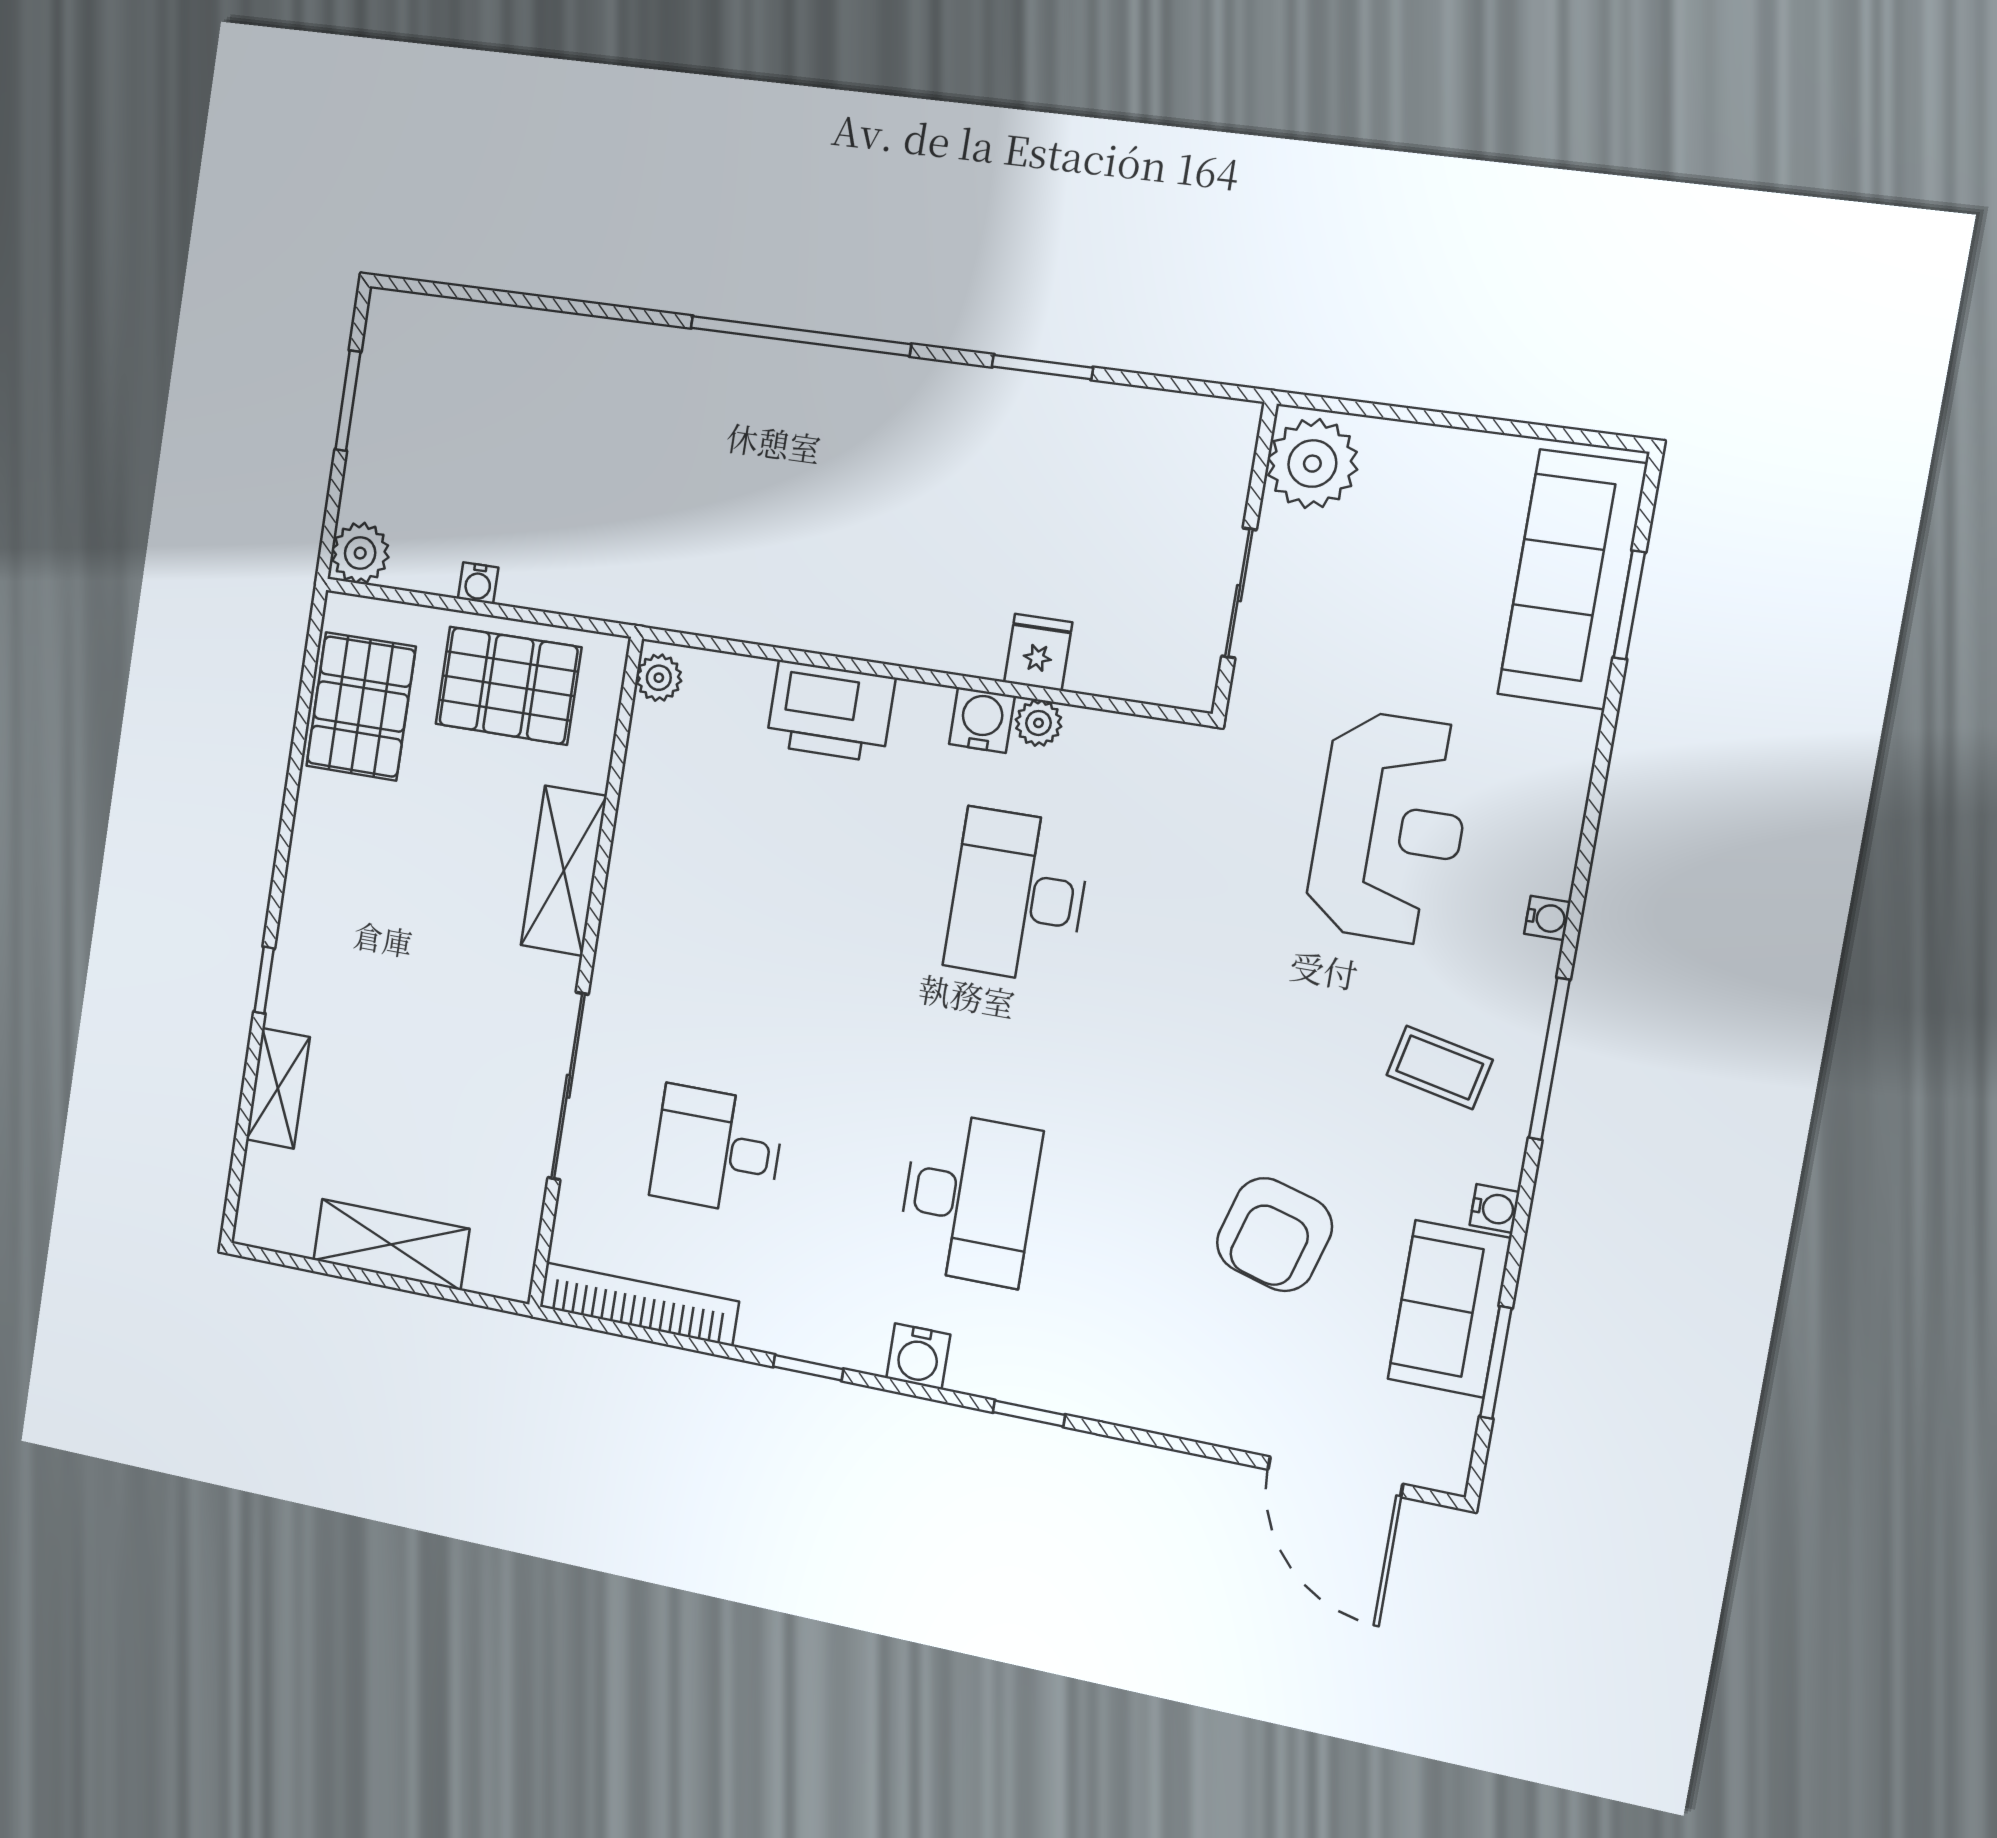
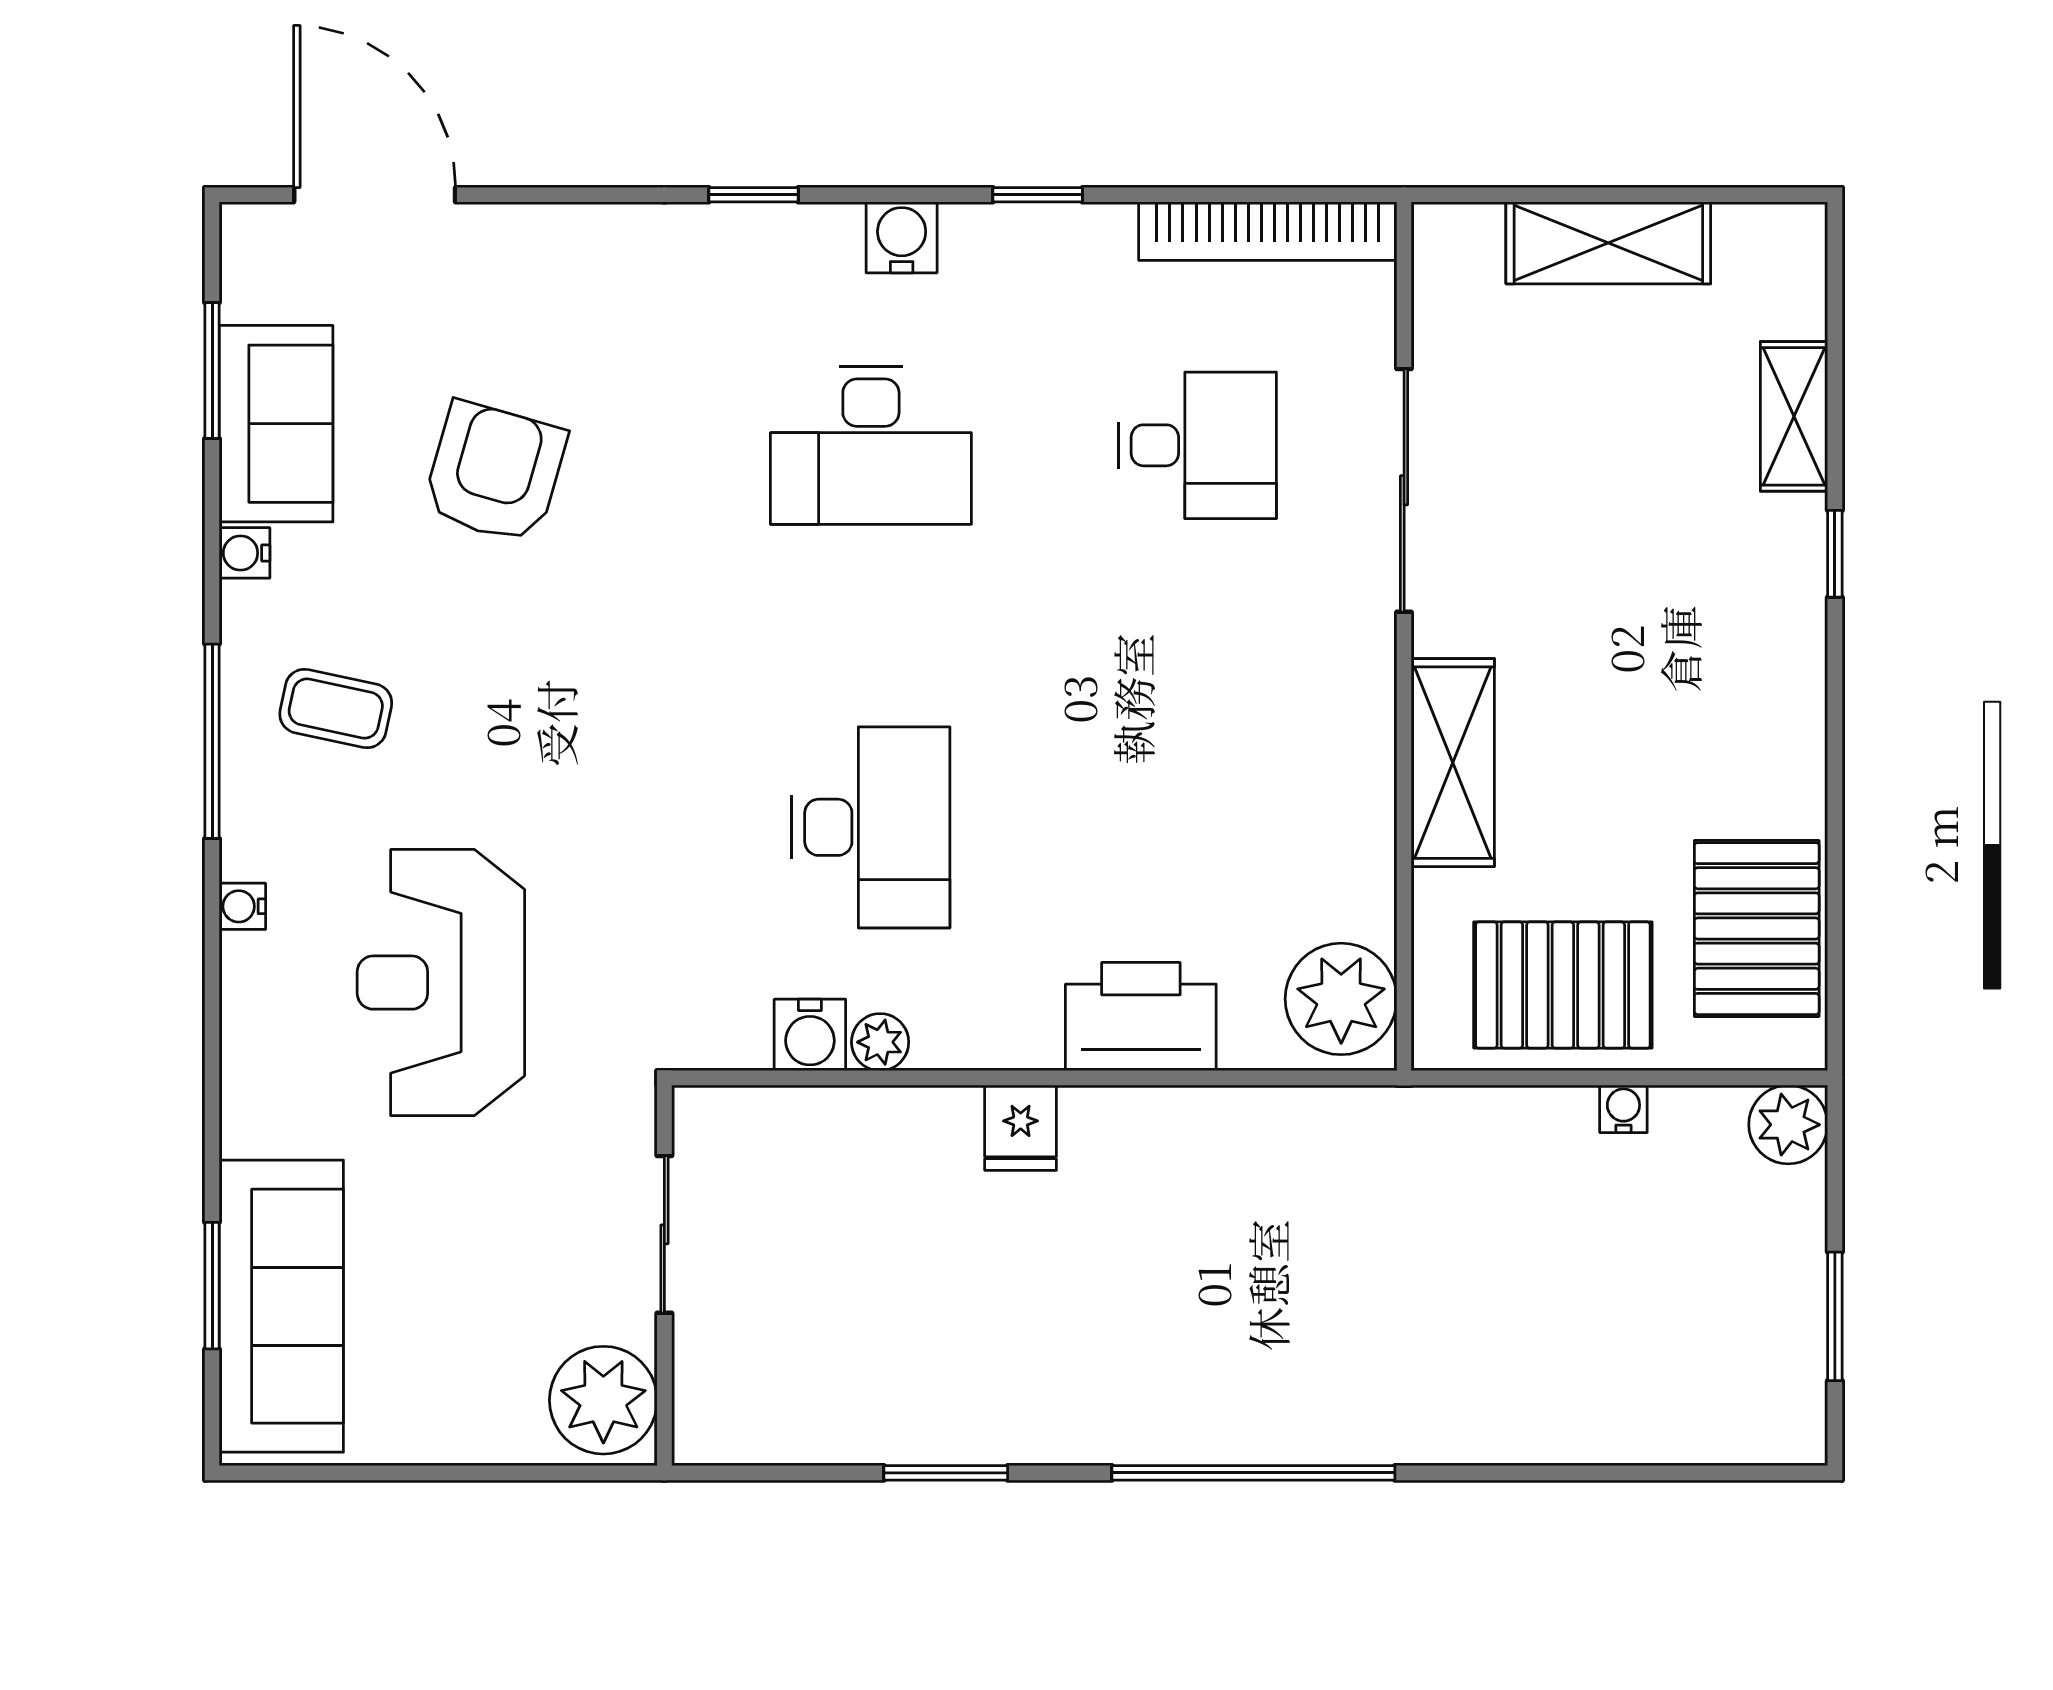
fridge: (1038, 652) -> (1021, 1128), moved
plant: (659, 678) -> (1341, 999), width x1.88, depth x1.88
water cooler: (982, 720) -> (810, 1035), moved
desk: (969, 1198) -> (871, 445), turned -90

